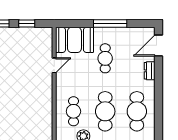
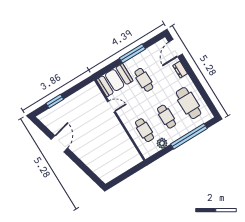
window: (27, 24) -> (75, 89), removed
door: (54, 65) -> (111, 107), hinge flipped
cafe table: (105, 111) -> (167, 117), width x0.73, depth x0.74

